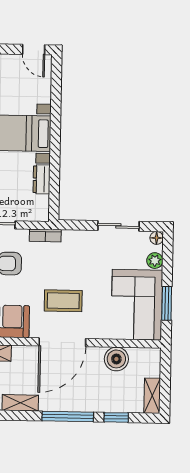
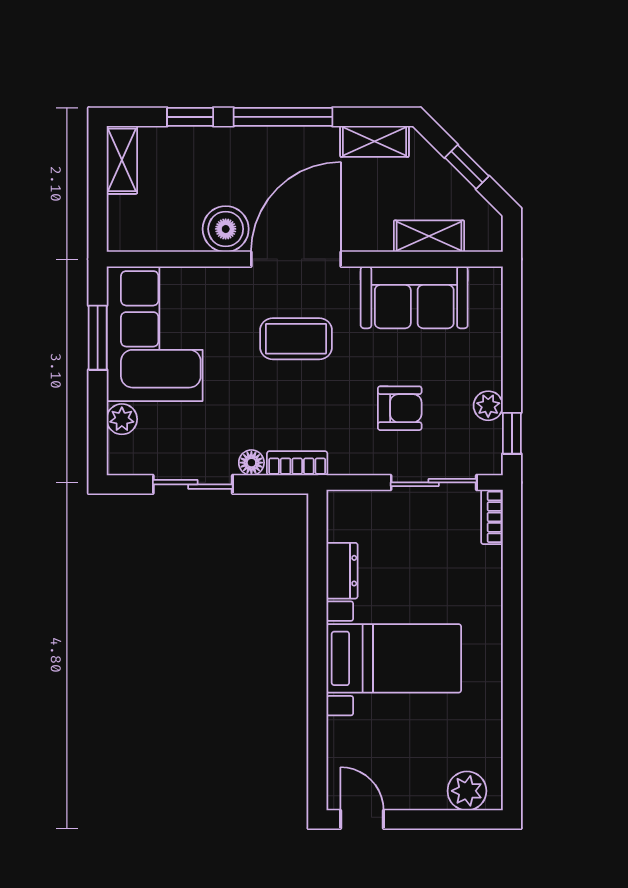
bookcase: (45, 235) -> (297, 463), moved
floor lamp: (157, 238) -> (251, 463), moved
boiler: (116, 359) -> (226, 229), moved

